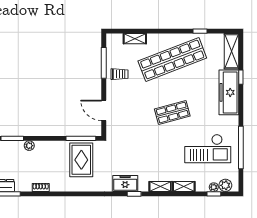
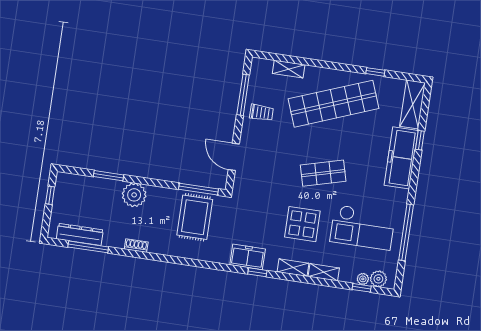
plant: (29, 146) -> (134, 195), width x1.88, depth x1.88
display table: (162, 153) -> (302, 224), added

